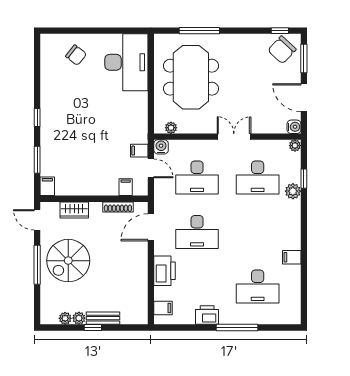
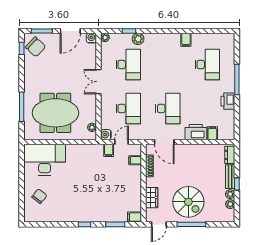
filing cabinet: (163, 308) -> (212, 133), moved
dresser: (133, 318) -> (230, 155), added

